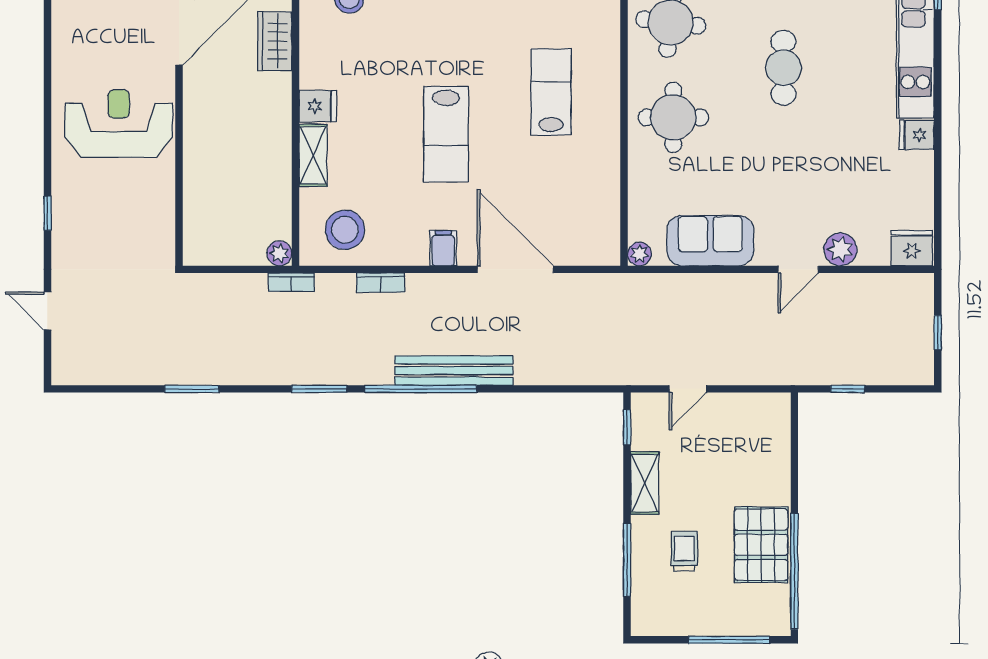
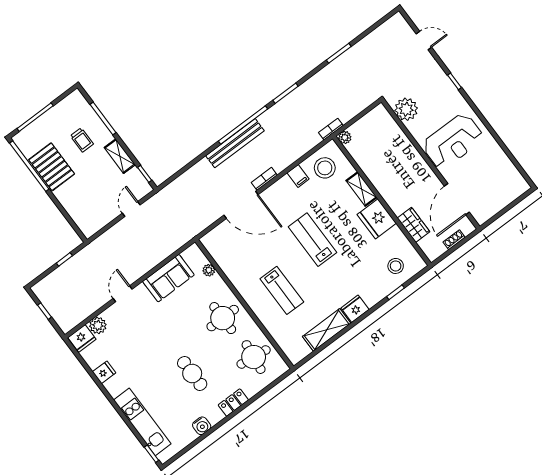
fridge: (318, 106) -> (377, 219), width x1.88, depth x1.34
fridge: (917, 135) -> (104, 372), moved
plant: (153, 226) -> (406, 109), added
filing cabinet: (443, 248) -> (298, 176), moved
plant: (840, 249) -> (98, 325), moved
plant: (639, 254) -> (209, 270), moved
bookcase: (381, 283) -> (264, 179), moved

